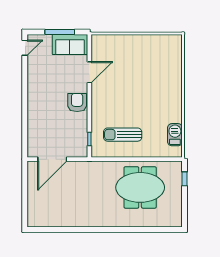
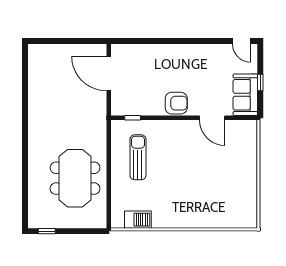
window: (60, 32) -> (260, 82), width x0.46
window: (185, 179) -> (47, 231), moved

